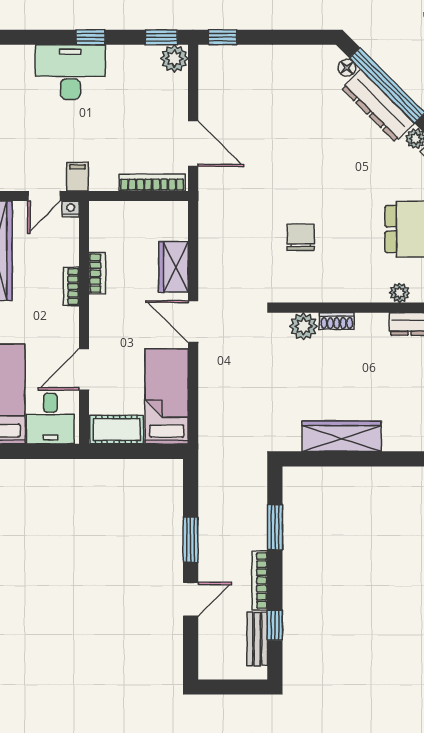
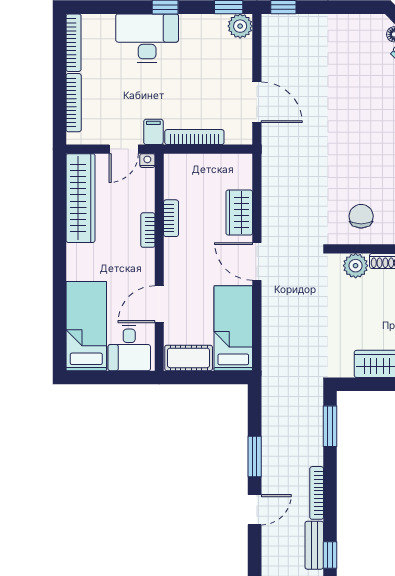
bookcase: (152, 183) -> (194, 137), moved
chair: (301, 237) -> (361, 216), moved
window: (275, 527) -> (330, 426), moved
window: (275, 625) -> (330, 555), moved

